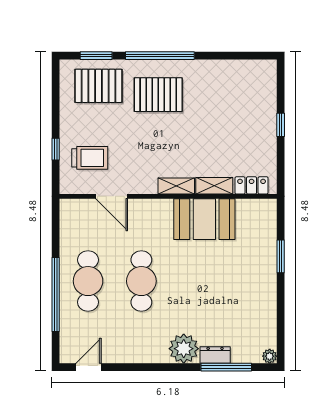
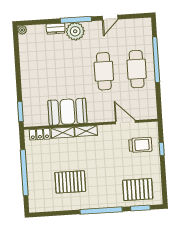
pallet: (158, 95) -> (70, 182), moved
window: (281, 125) -> (24, 173), width x3.17
trolley: (90, 158) -> (140, 145), turned 180
window: (281, 256) -> (20, 111), moved
door: (88, 367) -> (110, 18), moved
window: (226, 367) -> (76, 20), moved

